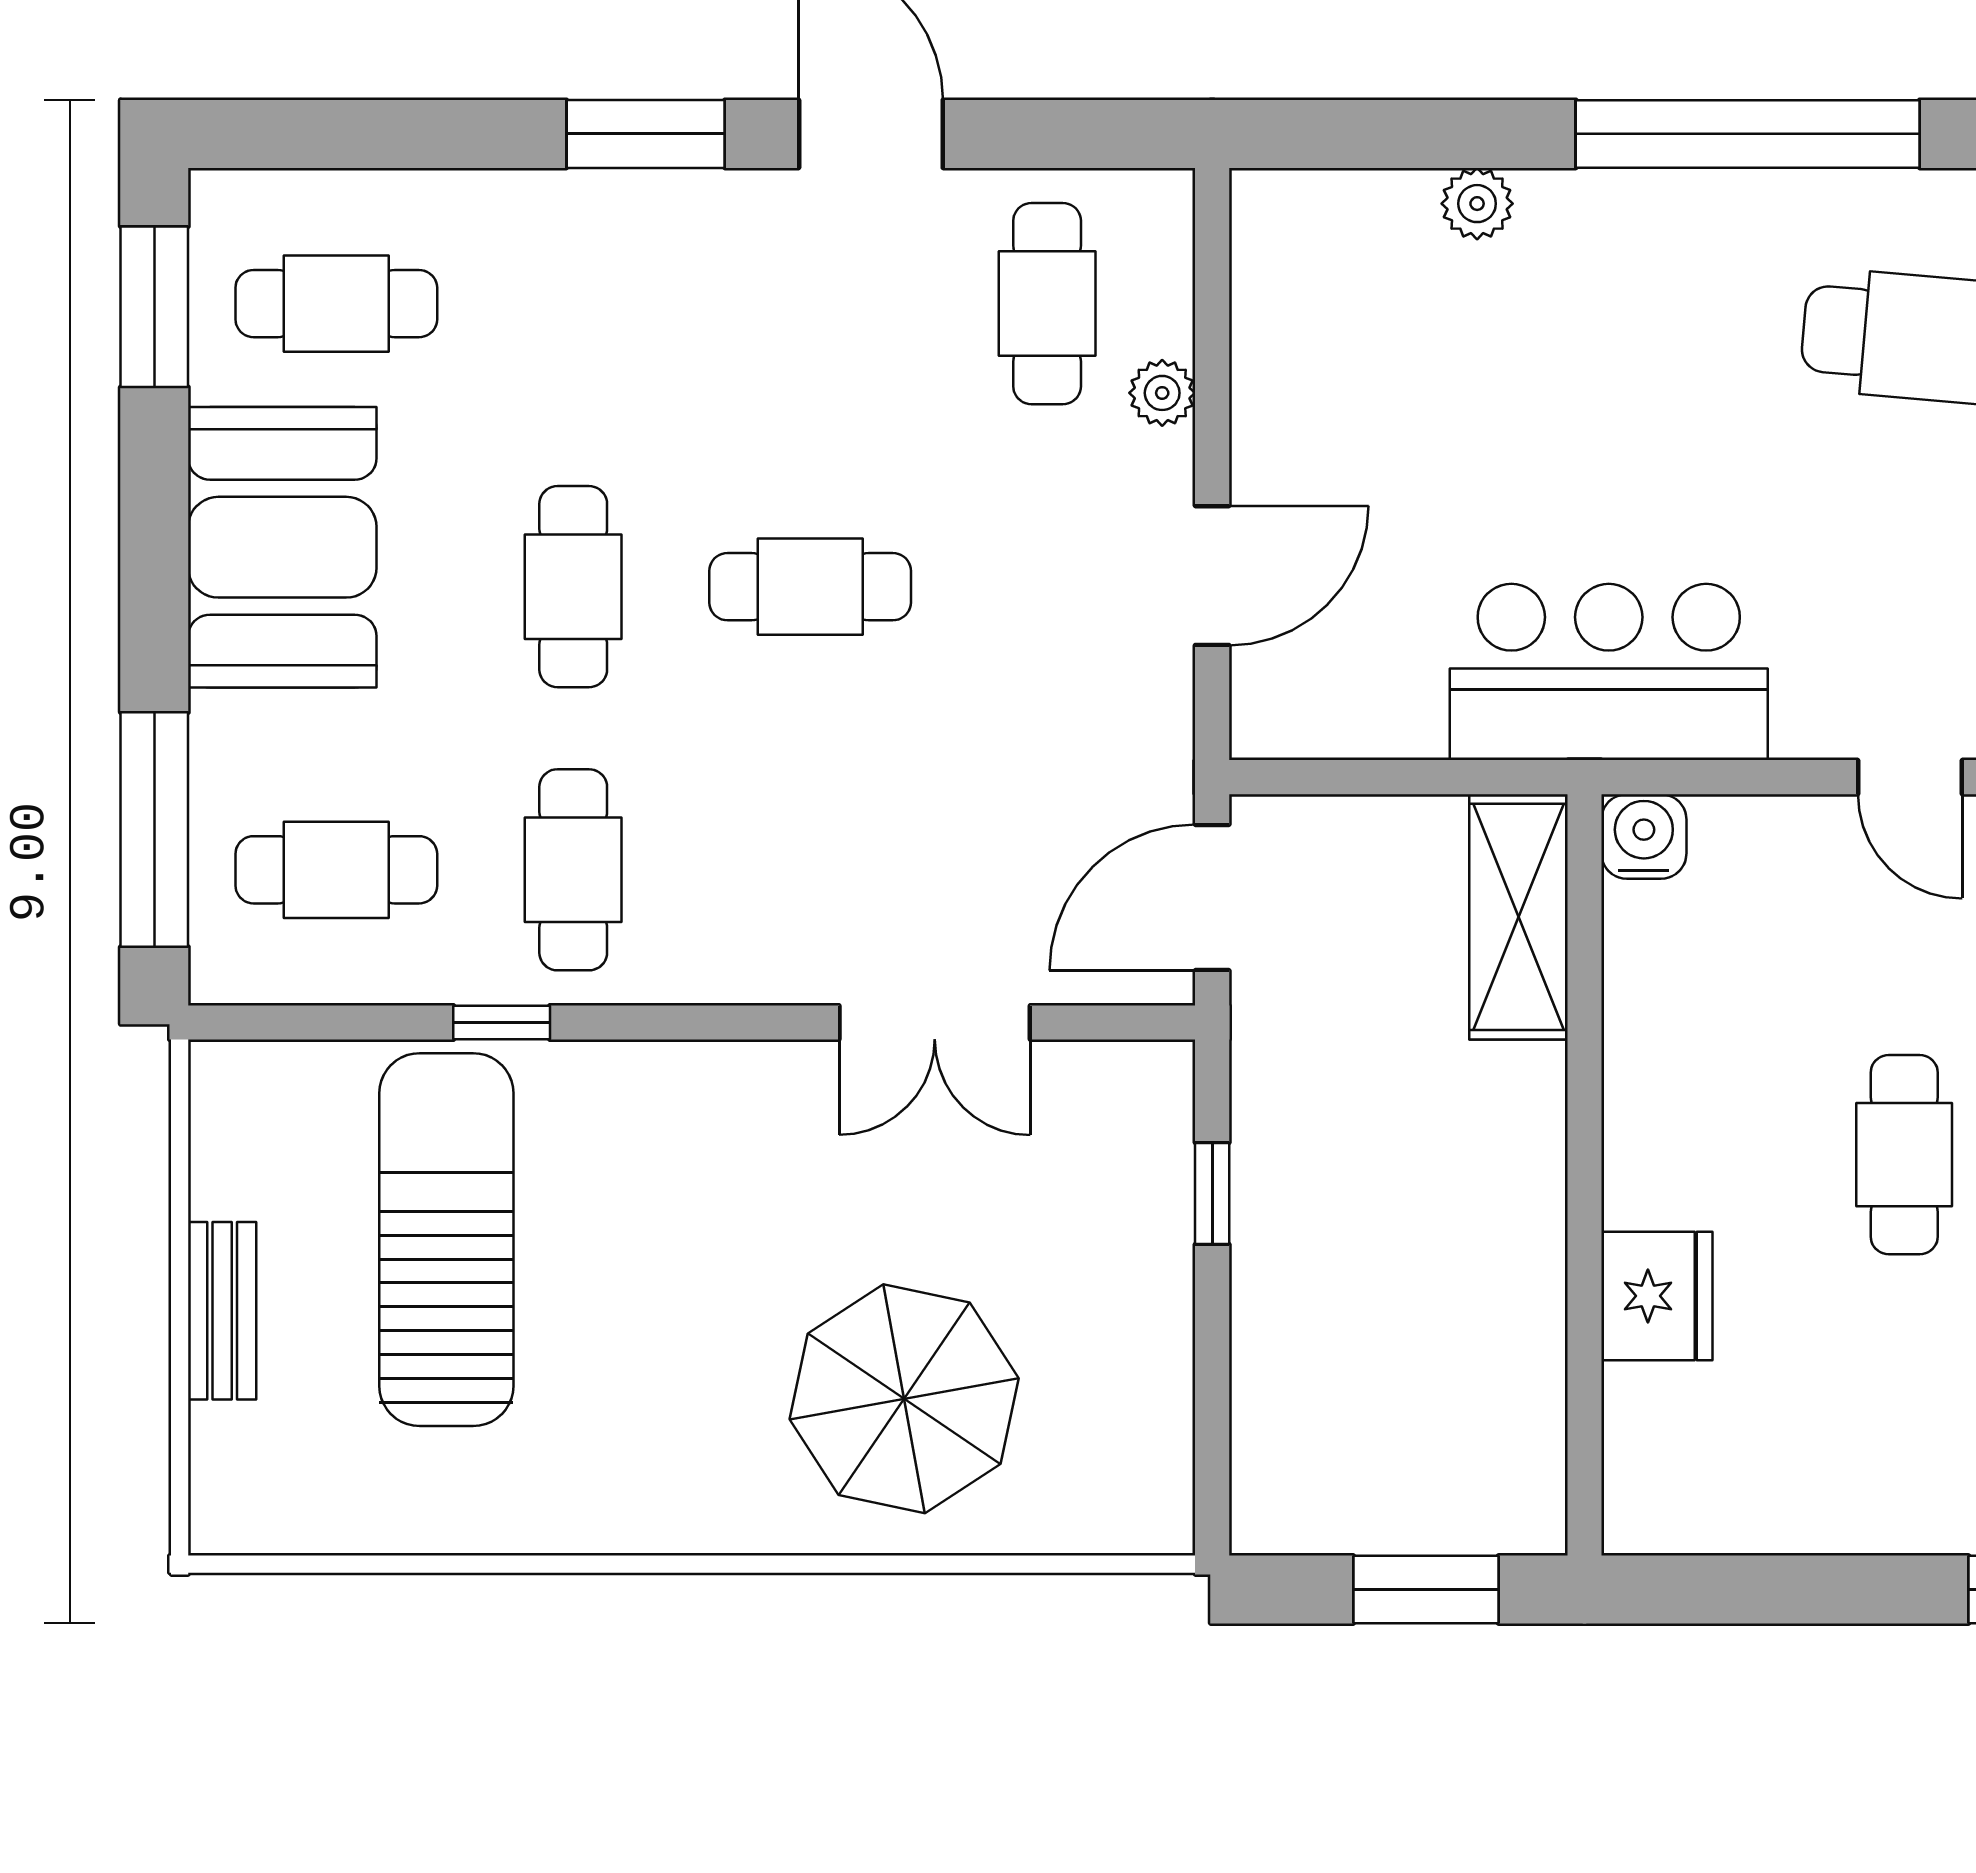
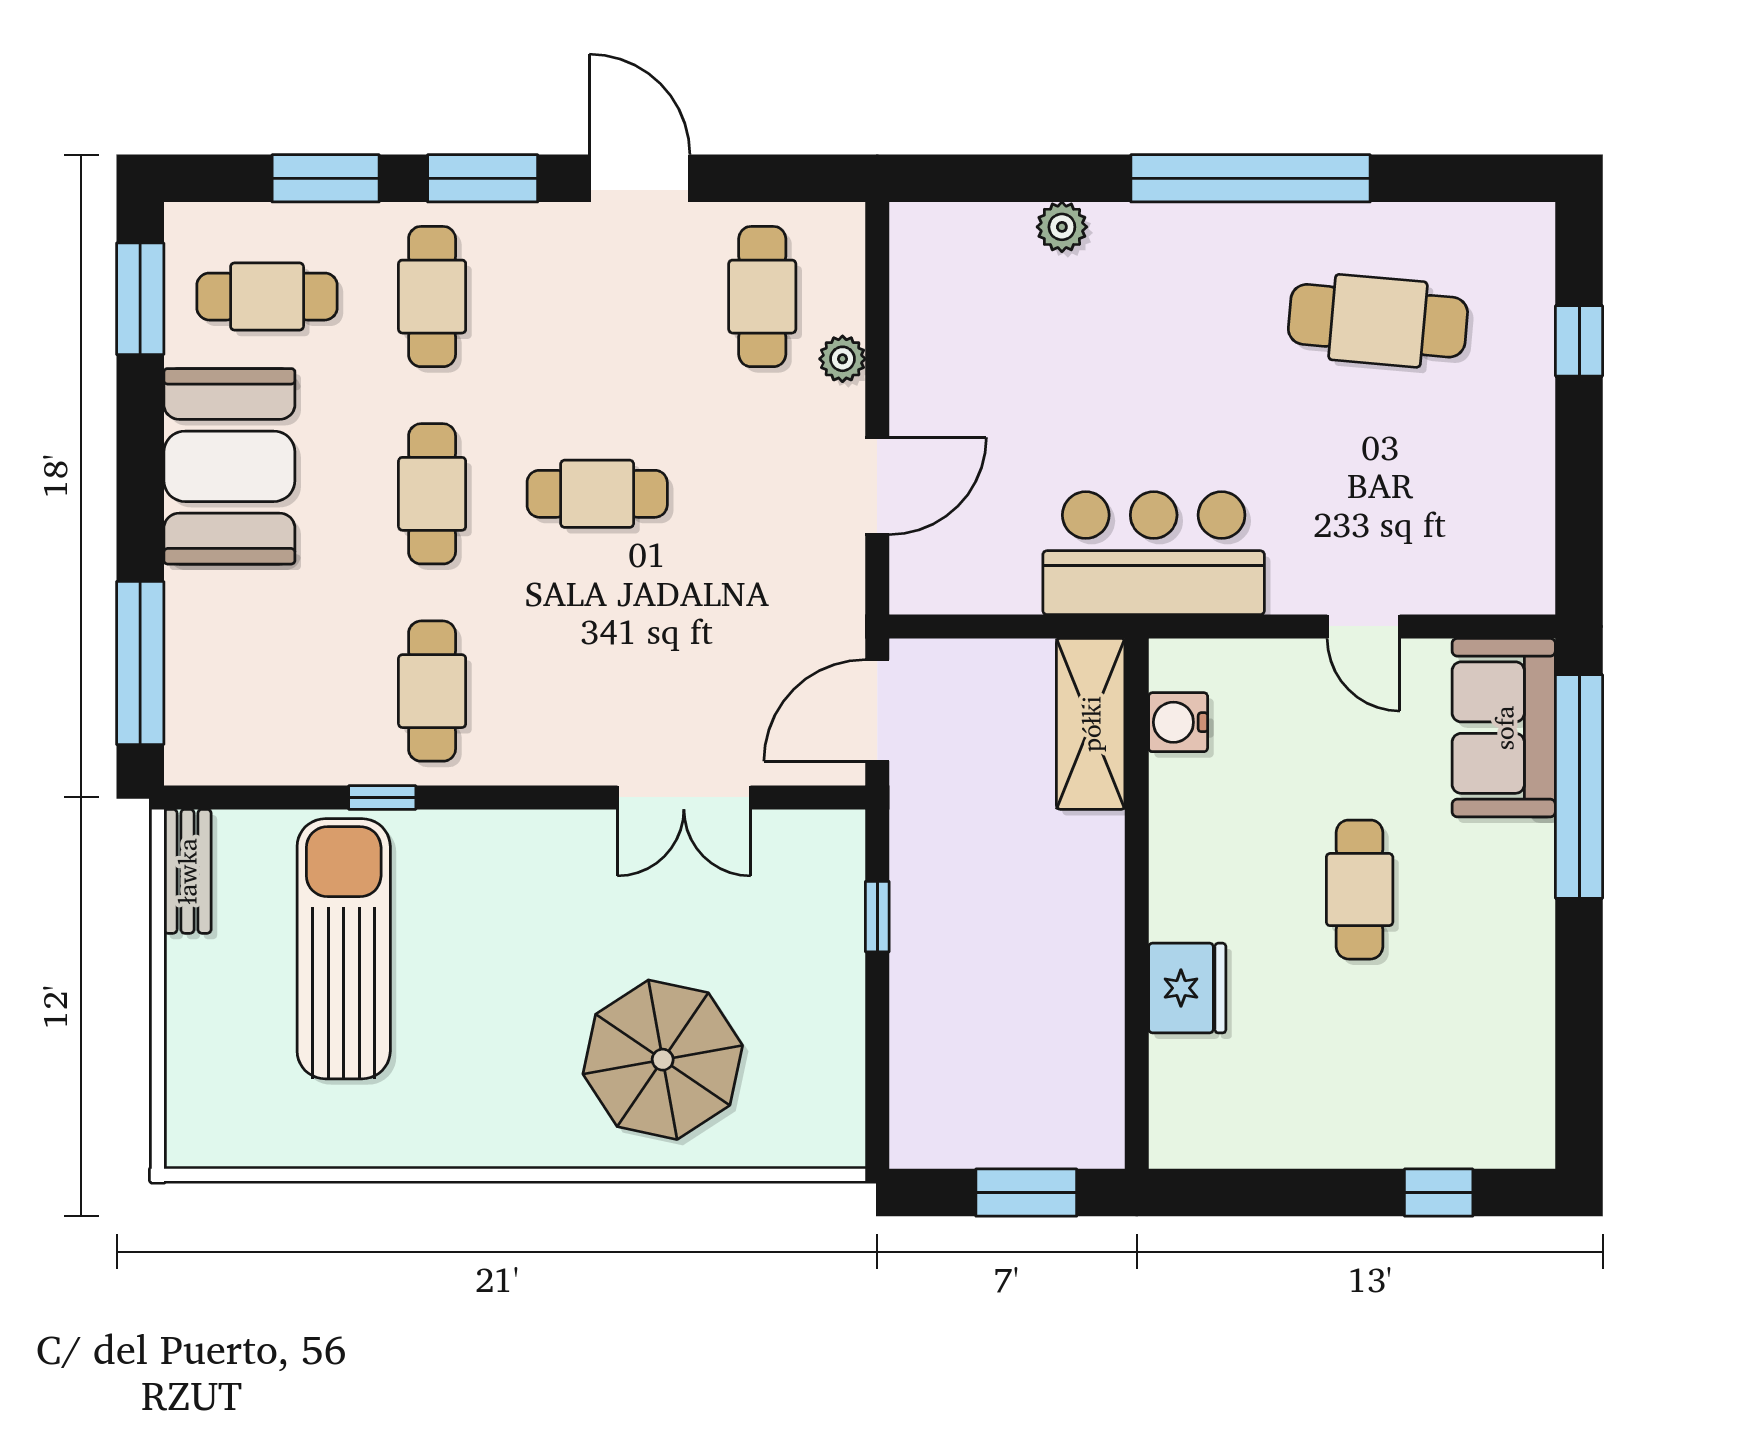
window: (420, 134) -> (326, 178), added
water cooler: (1644, 836) -> (1178, 722), moved, turned -90
cafe table: (336, 870) -> (432, 297), moved, turned 90
bench: (222, 1311) -> (187, 871), moved

